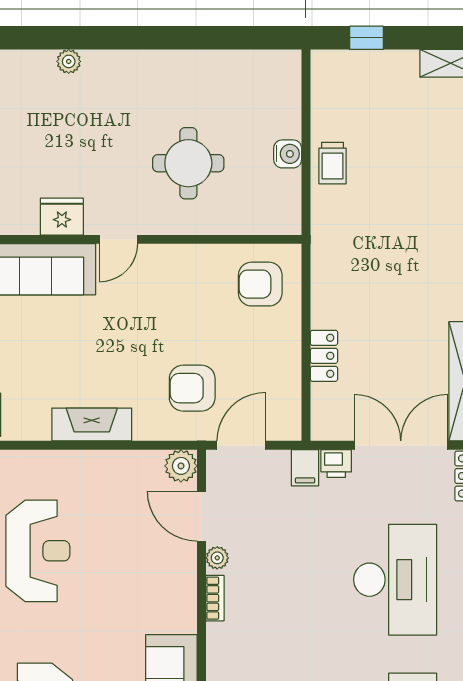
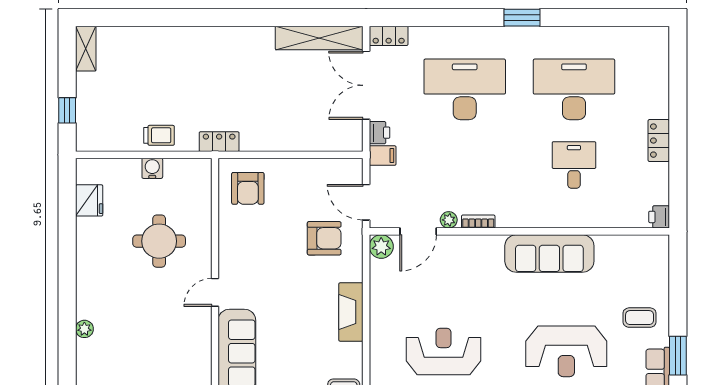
fridge: (62, 217) -> (89, 200), moved, turned 180
door: (118, 239) -> (215, 292), swing flipped
locker: (324, 356) -> (219, 142), moved
armchair: (192, 388) -> (324, 238), turned -90

